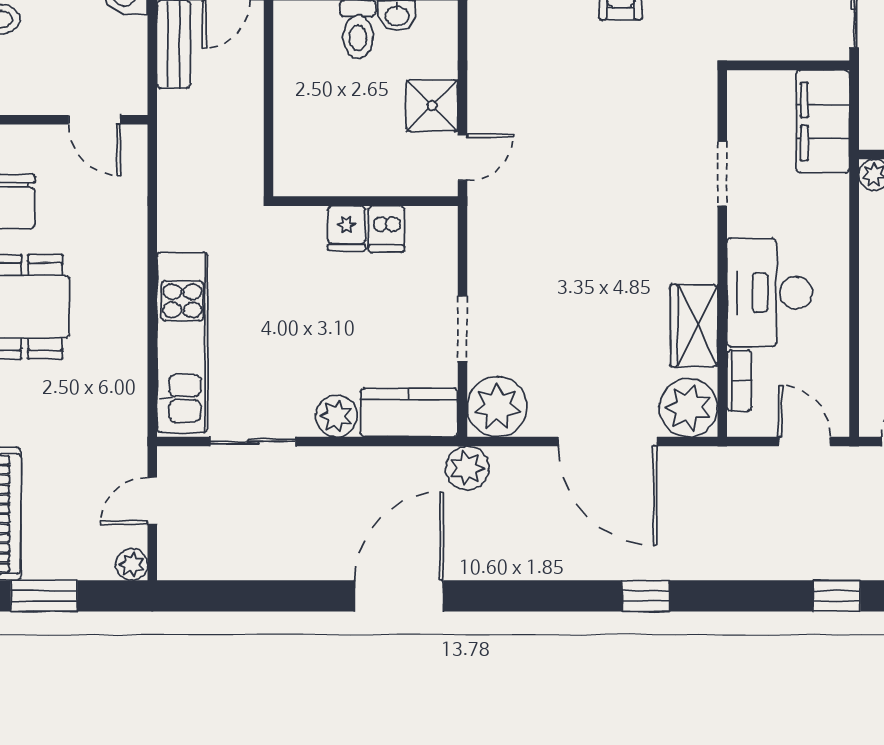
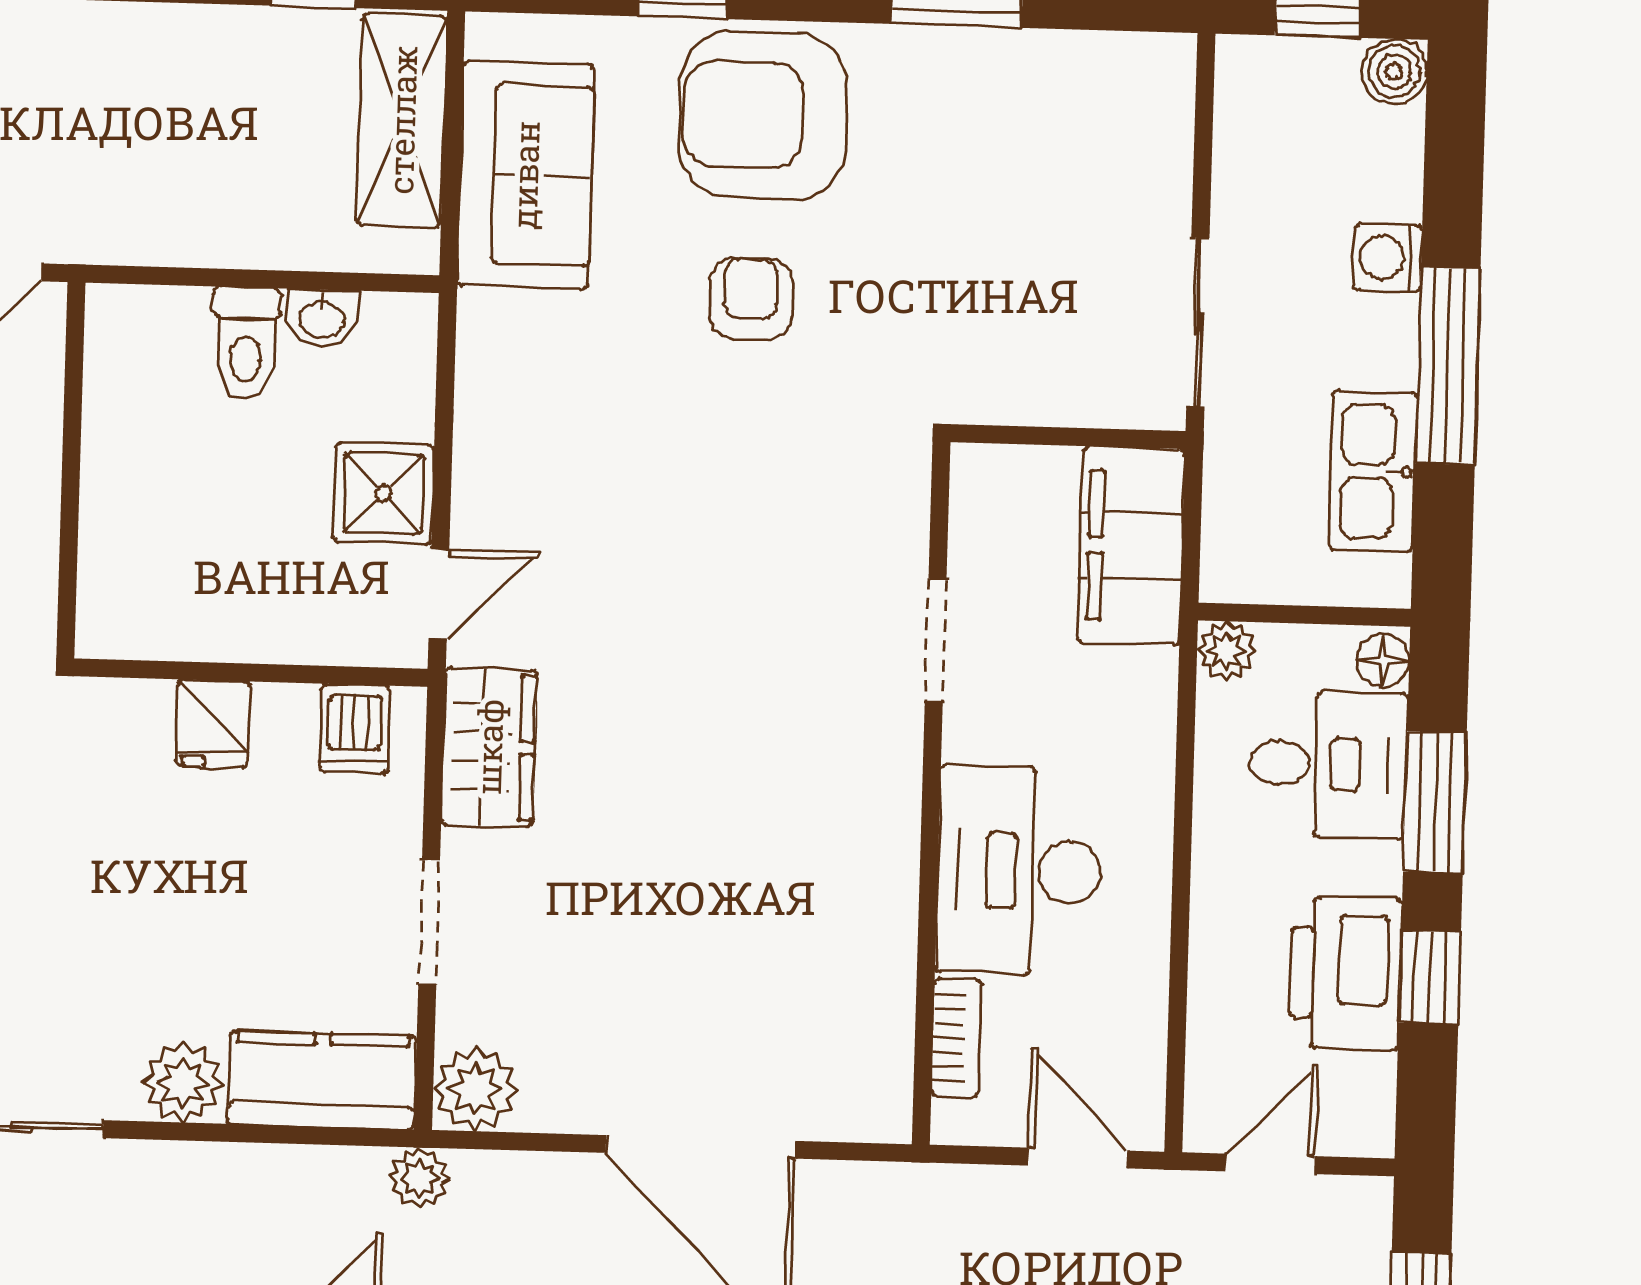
dishwasher: (386, 229) -> (355, 729), moved
wardrobe: (694, 326) -> (489, 747), moved, turned 180
plant: (497, 407) -> (475, 1089), width x0.73, depth x0.73
plant: (688, 408) -> (858, 1087), removed
plant: (467, 468) -> (419, 1178), width x0.73, depth x0.73

